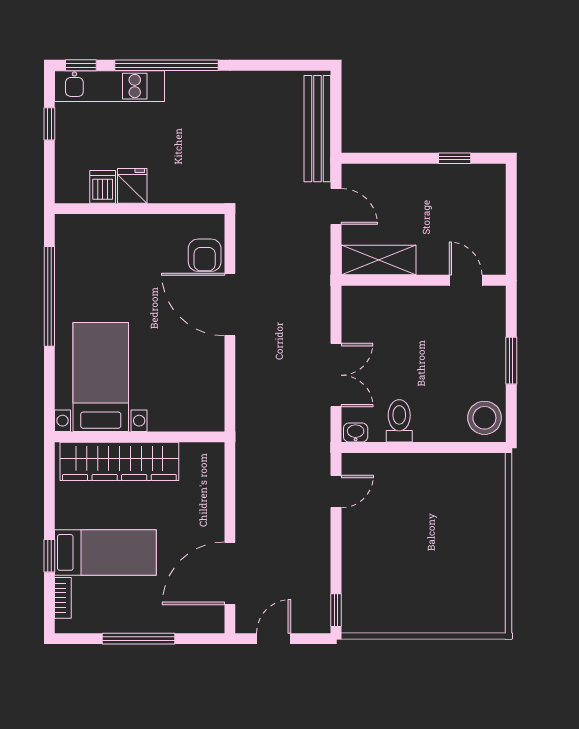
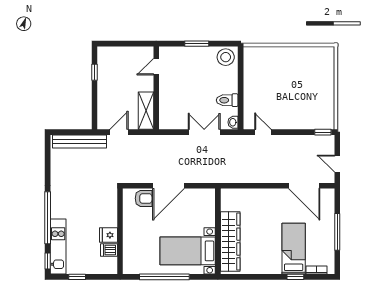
bed with nightstands: (101, 377) -> (188, 251), moved
wall: (140, 437) -> (218, 231), moved
wardrobe: (119, 461) -> (230, 242), moved

